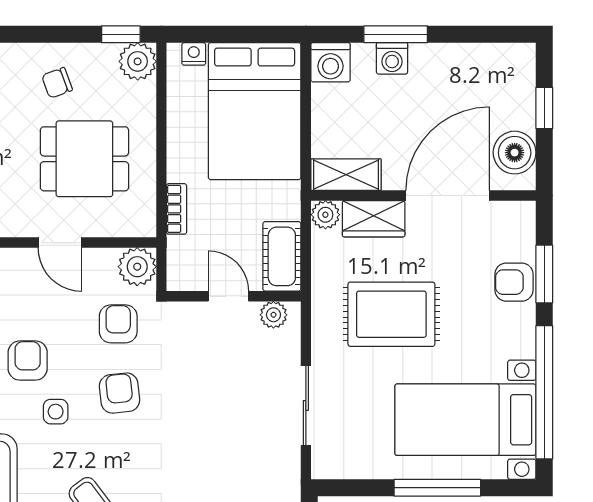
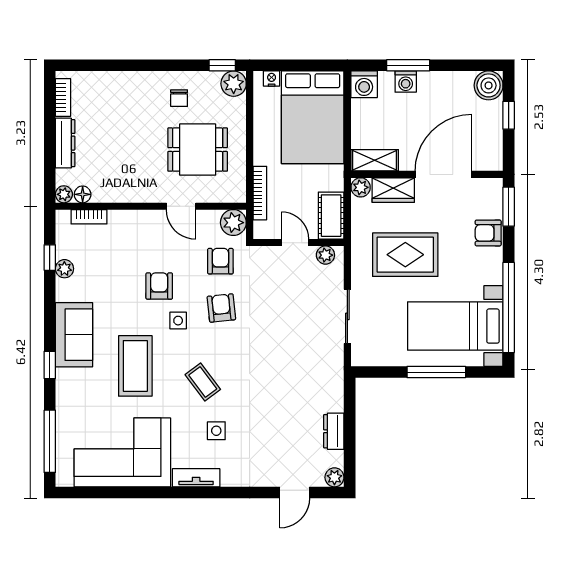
chair: (57, 83) -> (179, 98), turned -70
boiler: (515, 153) -> (489, 85), moved
bookcase: (177, 209) -> (260, 193), width x1.56
window: (544, 274) -> (509, 207), moved

